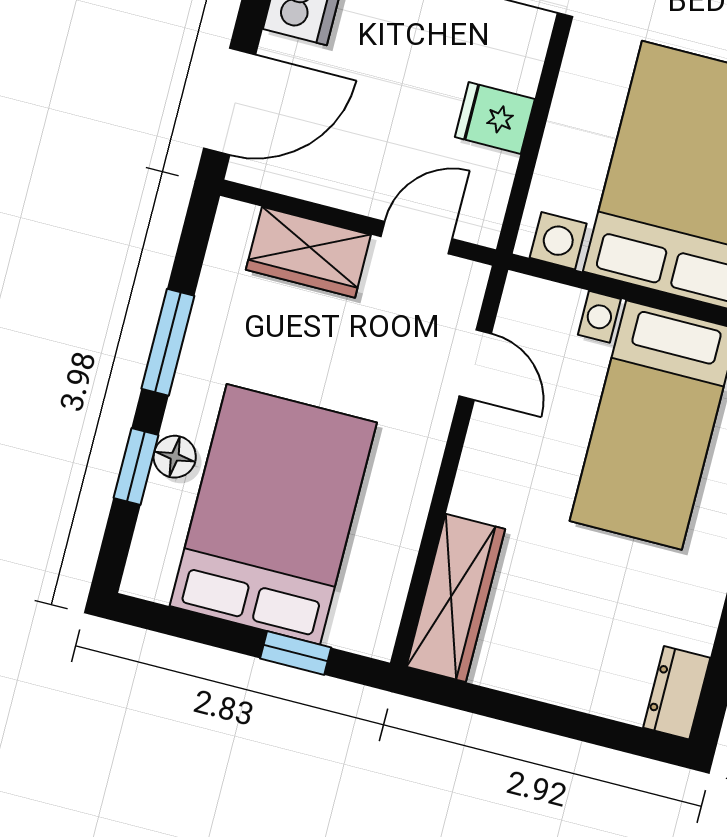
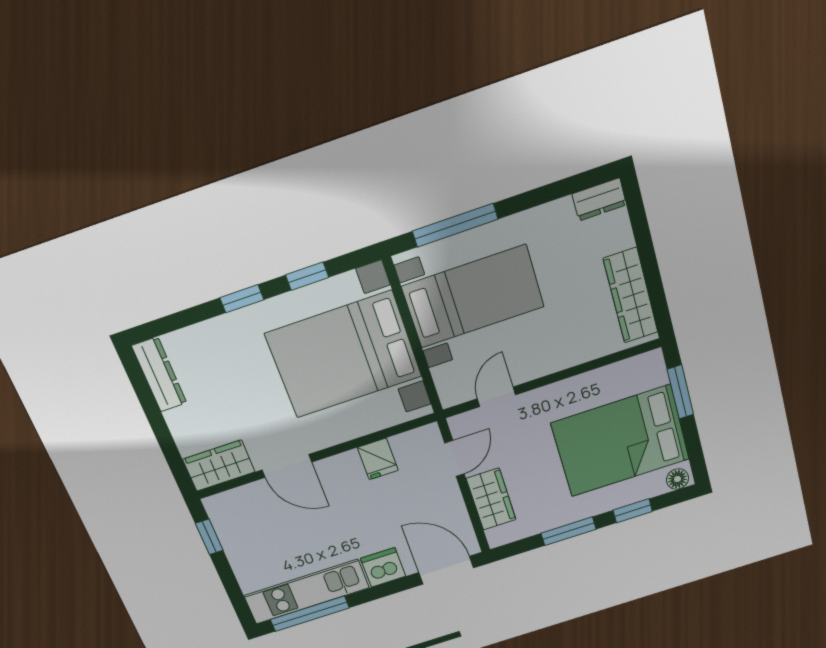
door: (417, 238) -> (454, 458), swing flipped
floor lamp: (175, 457) -> (677, 479), moved
wardrobe: (456, 598) -> (631, 296), moved, turned -90
window: (296, 653) -> (680, 392), width x1.50

